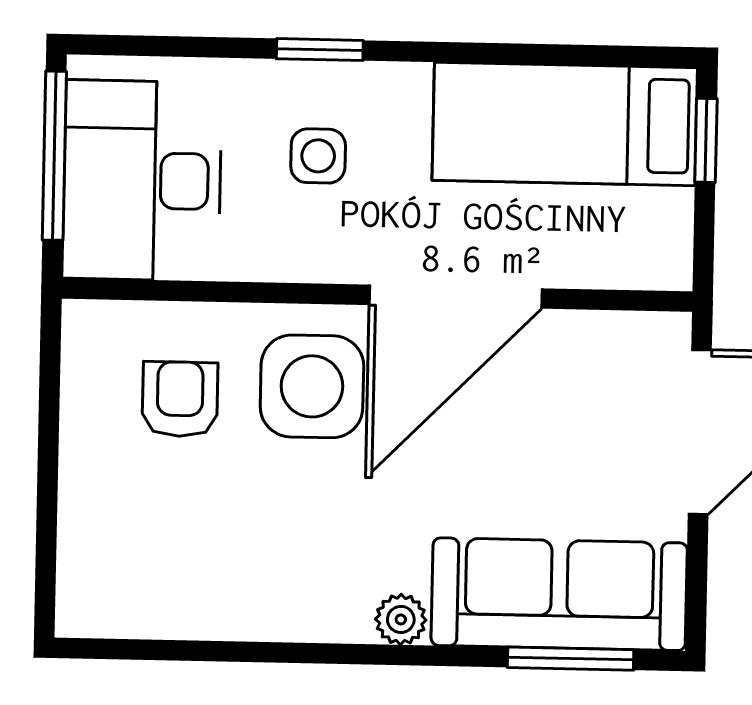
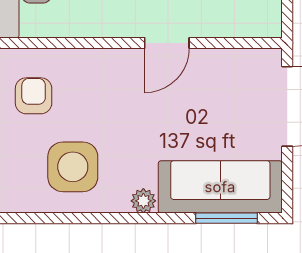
door: (456, 297) -> (167, 43), width x0.53
side table: (312, 386) -> (73, 167), moved

